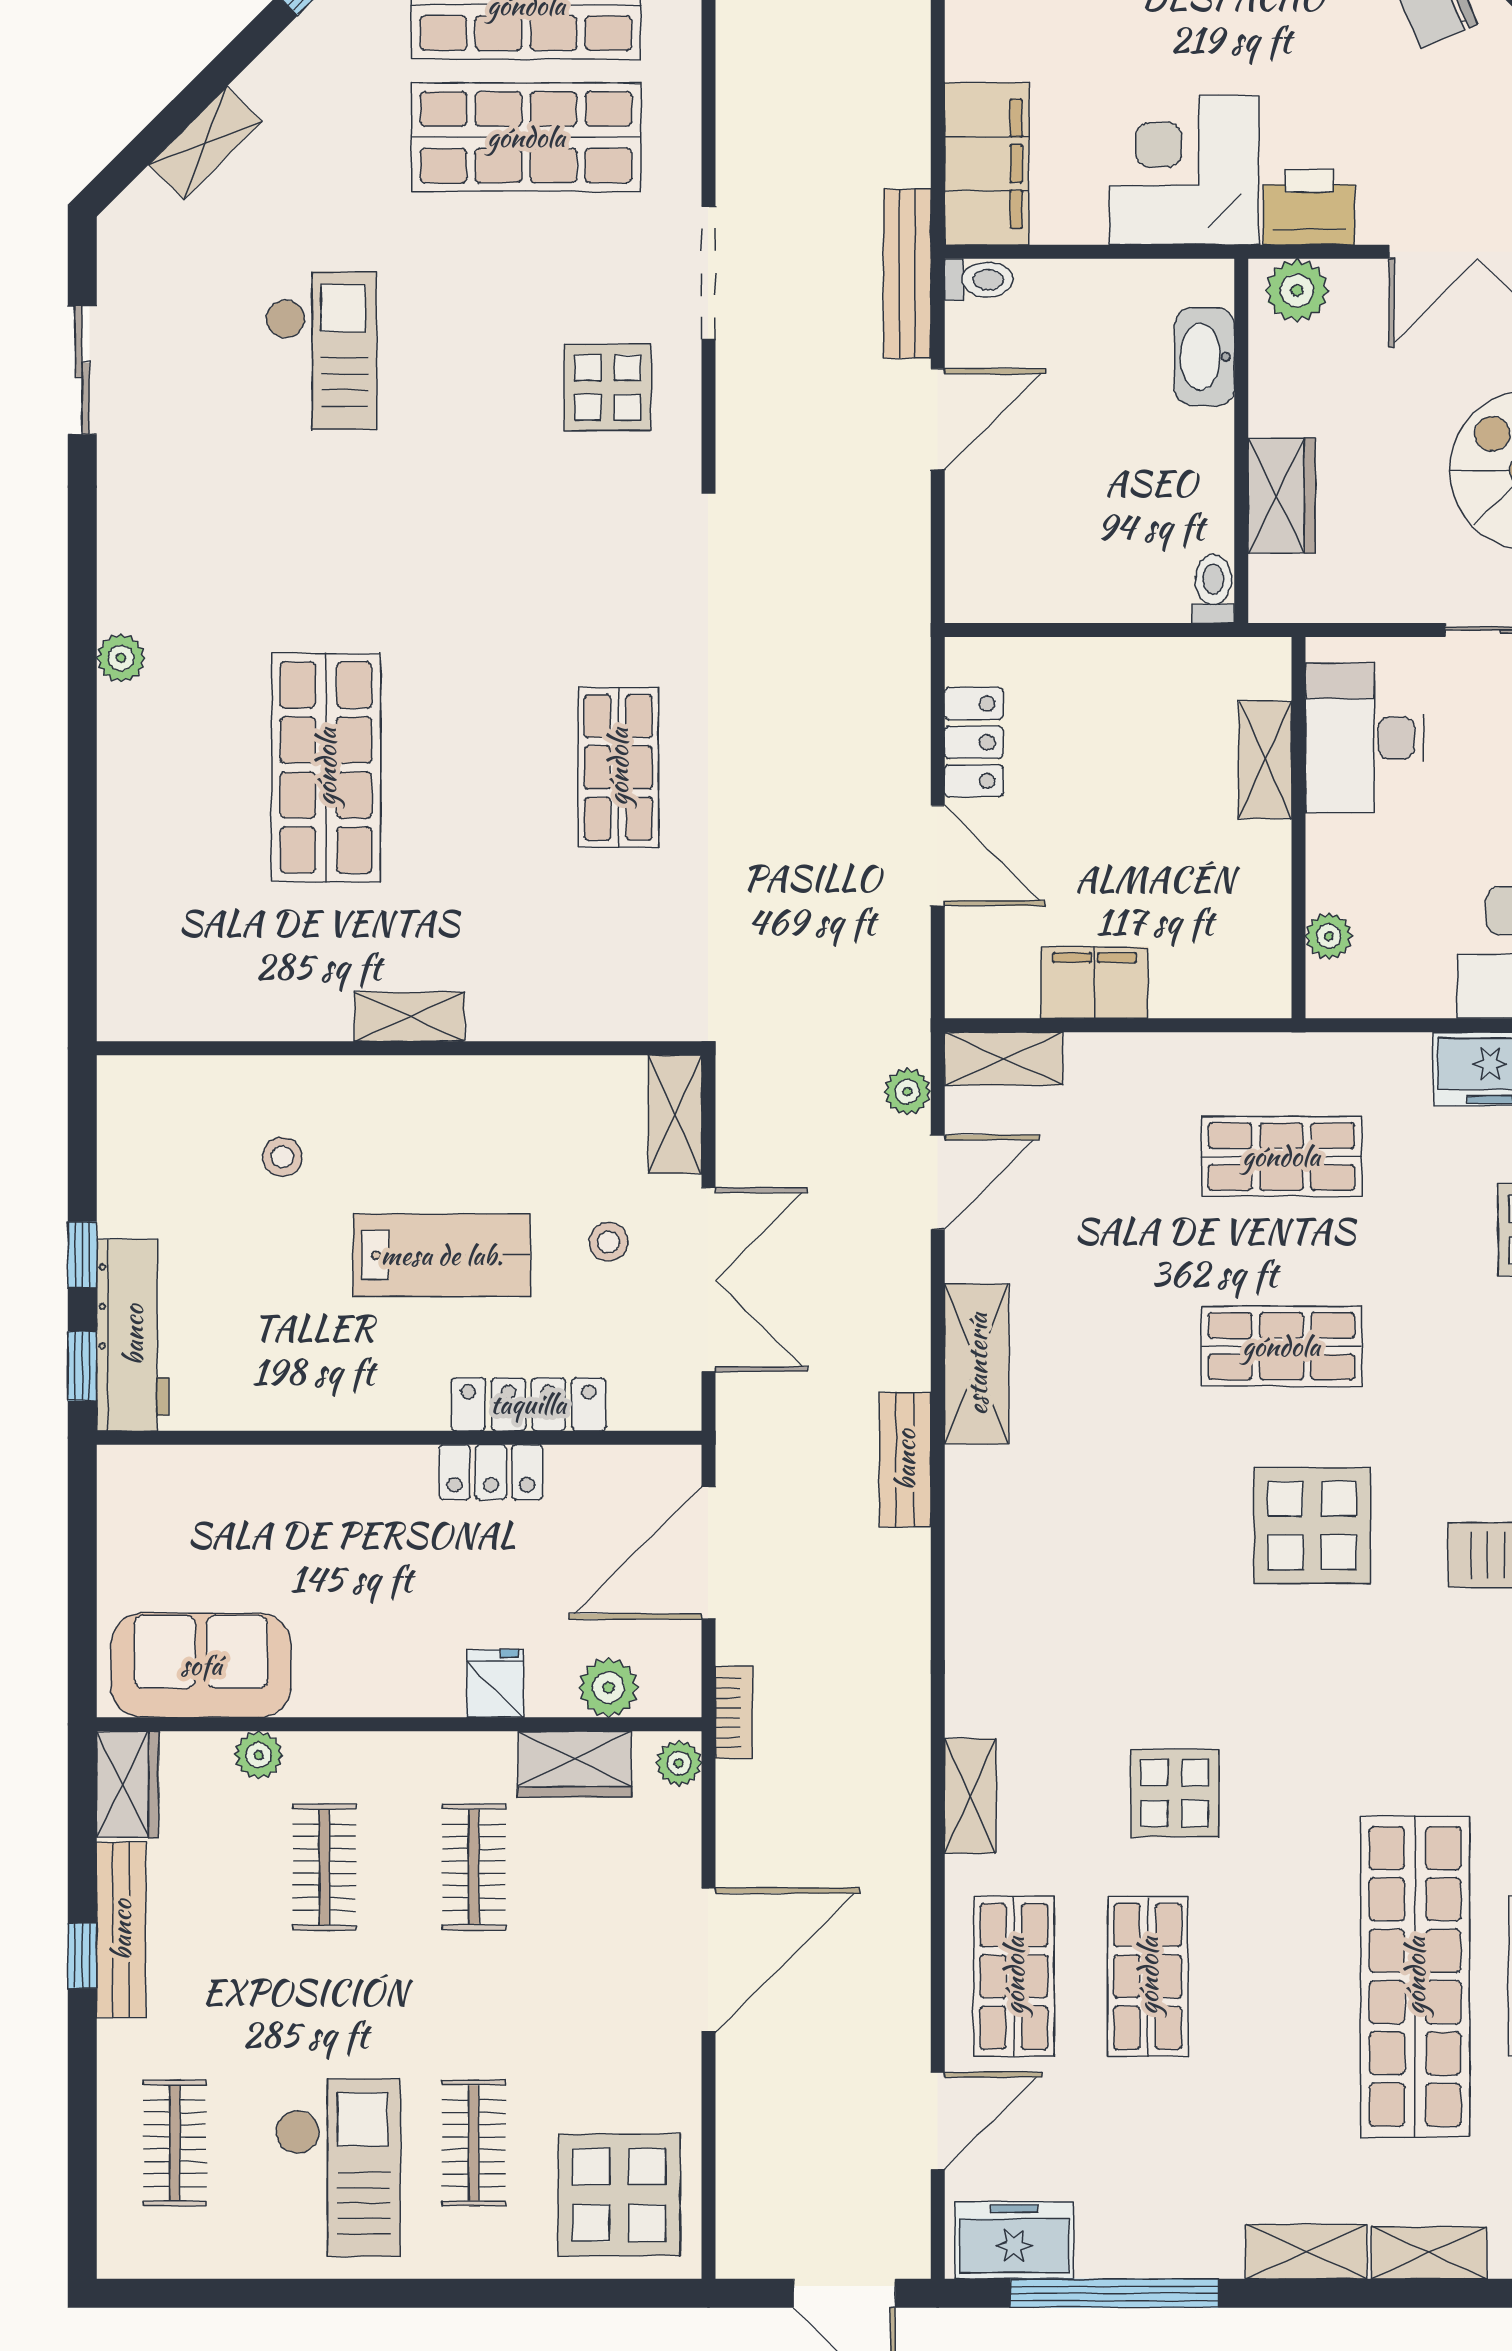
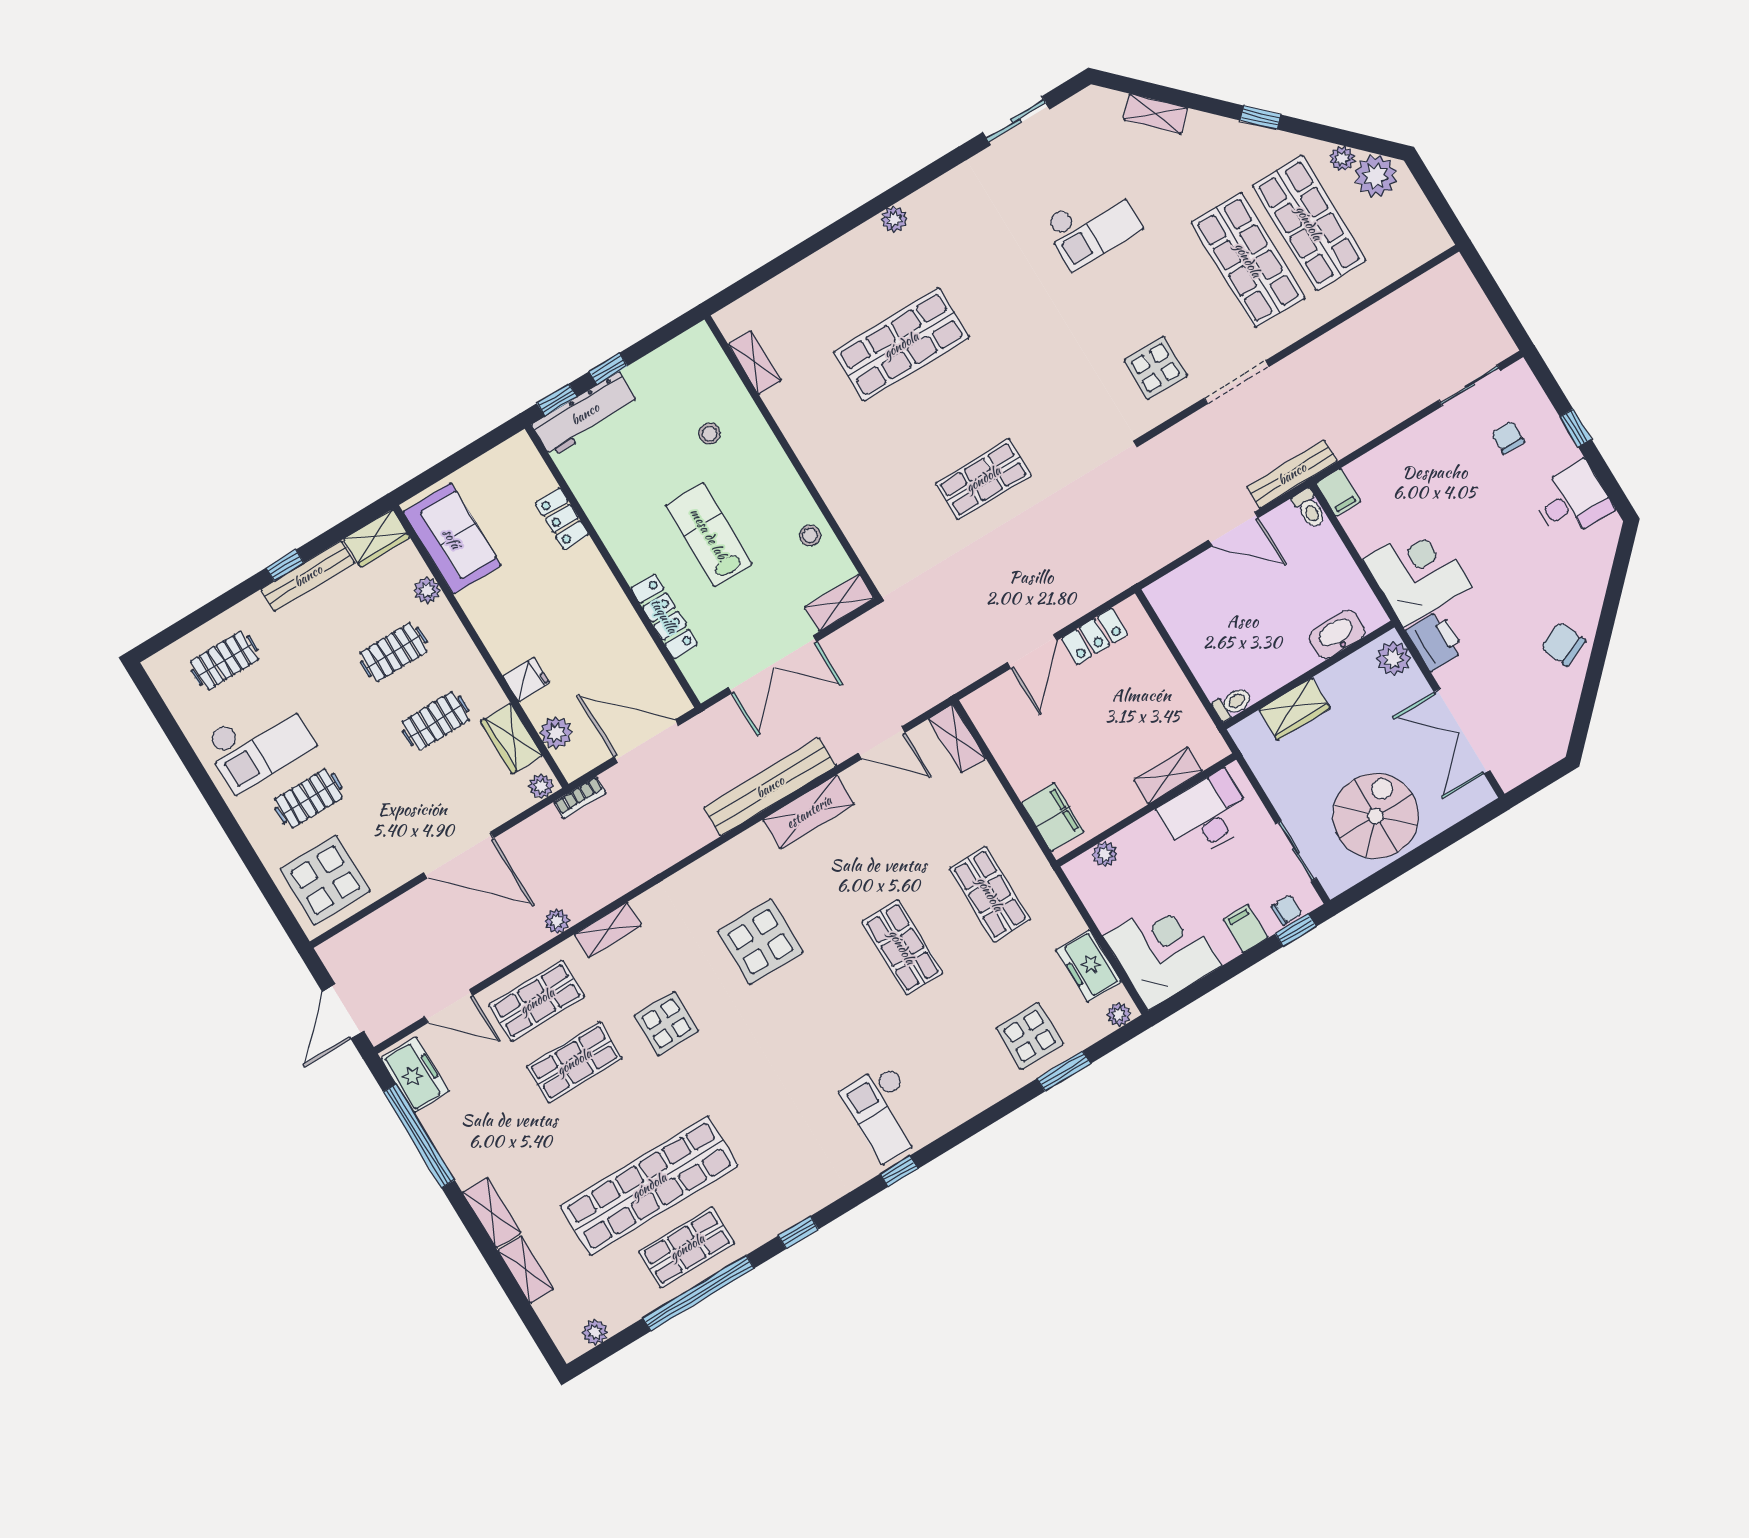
filing cabinet: (987, 164) -> (1338, 492), width x0.33, depth x0.86
filing cabinet: (1094, 983) -> (1053, 817), moved
shelving: (410, 1017) -> (755, 362), moved
plant: (907, 1092) -> (557, 921), moved
stool: (608, 1242) -> (810, 536), moved
lab bench: (442, 1255) -> (709, 535), turned 180
bench: (905, 1460) -> (770, 787), width x1.86, depth x1.21
locker: (491, 1472) -> (562, 519), moved
display table: (1312, 1526) -> (760, 942), moved

